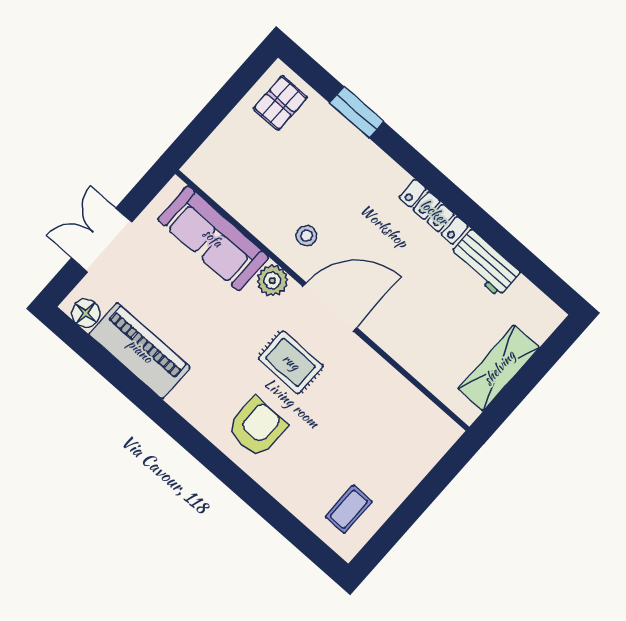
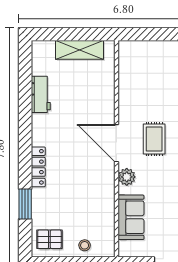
locker: (434, 212) -> (38, 167), moved
stool: (306, 236) -> (85, 245), moved
sofa: (213, 238) -> (131, 217), width x0.73

